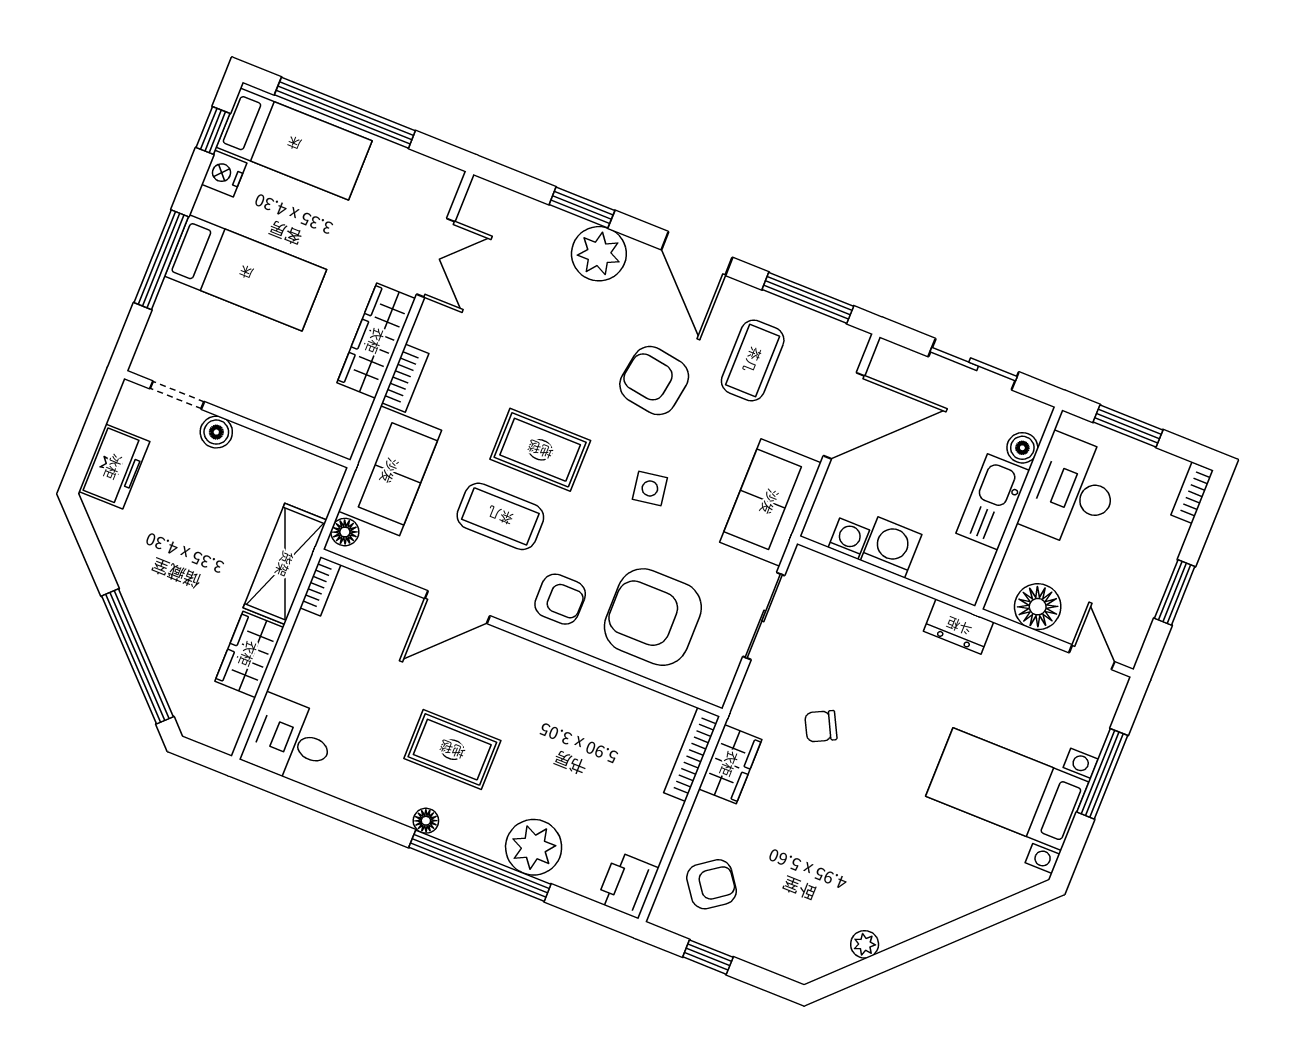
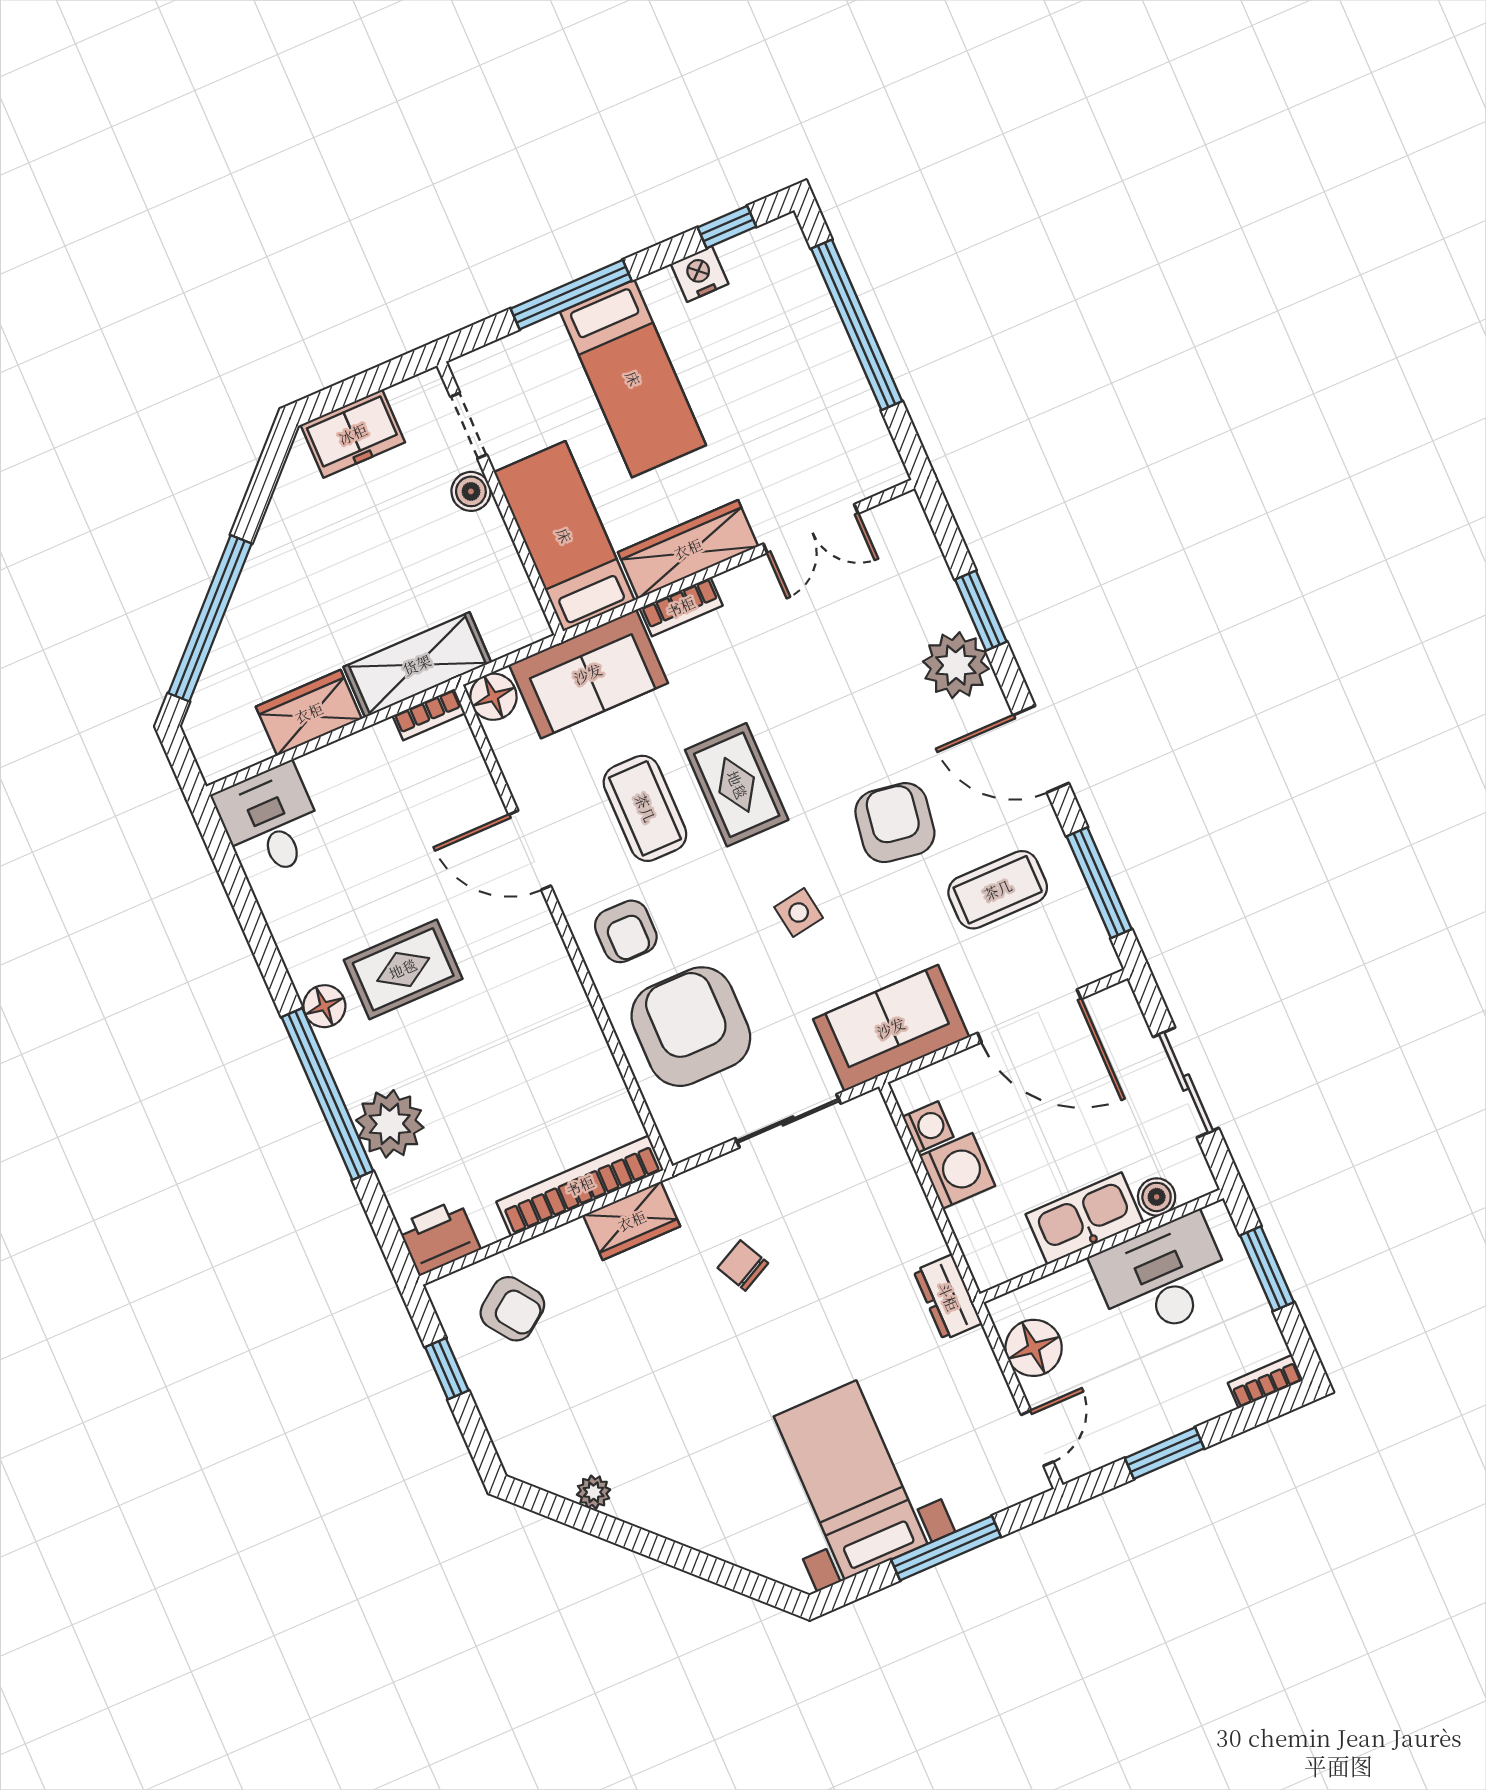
bed: (294, 144) -> (564, 536), moved, turned 180
door: (697, 254) -> (1041, 749), hinge flipped
floor lamp: (345, 532) -> (493, 697), width x1.37, depth x1.37
rug: (452, 750) -> (403, 969), turned 90
bookcase: (692, 755) -> (580, 1186), width x1.48, depth x1.31
floor lamp: (426, 821) -> (324, 1006), width x1.37, depth x1.37

